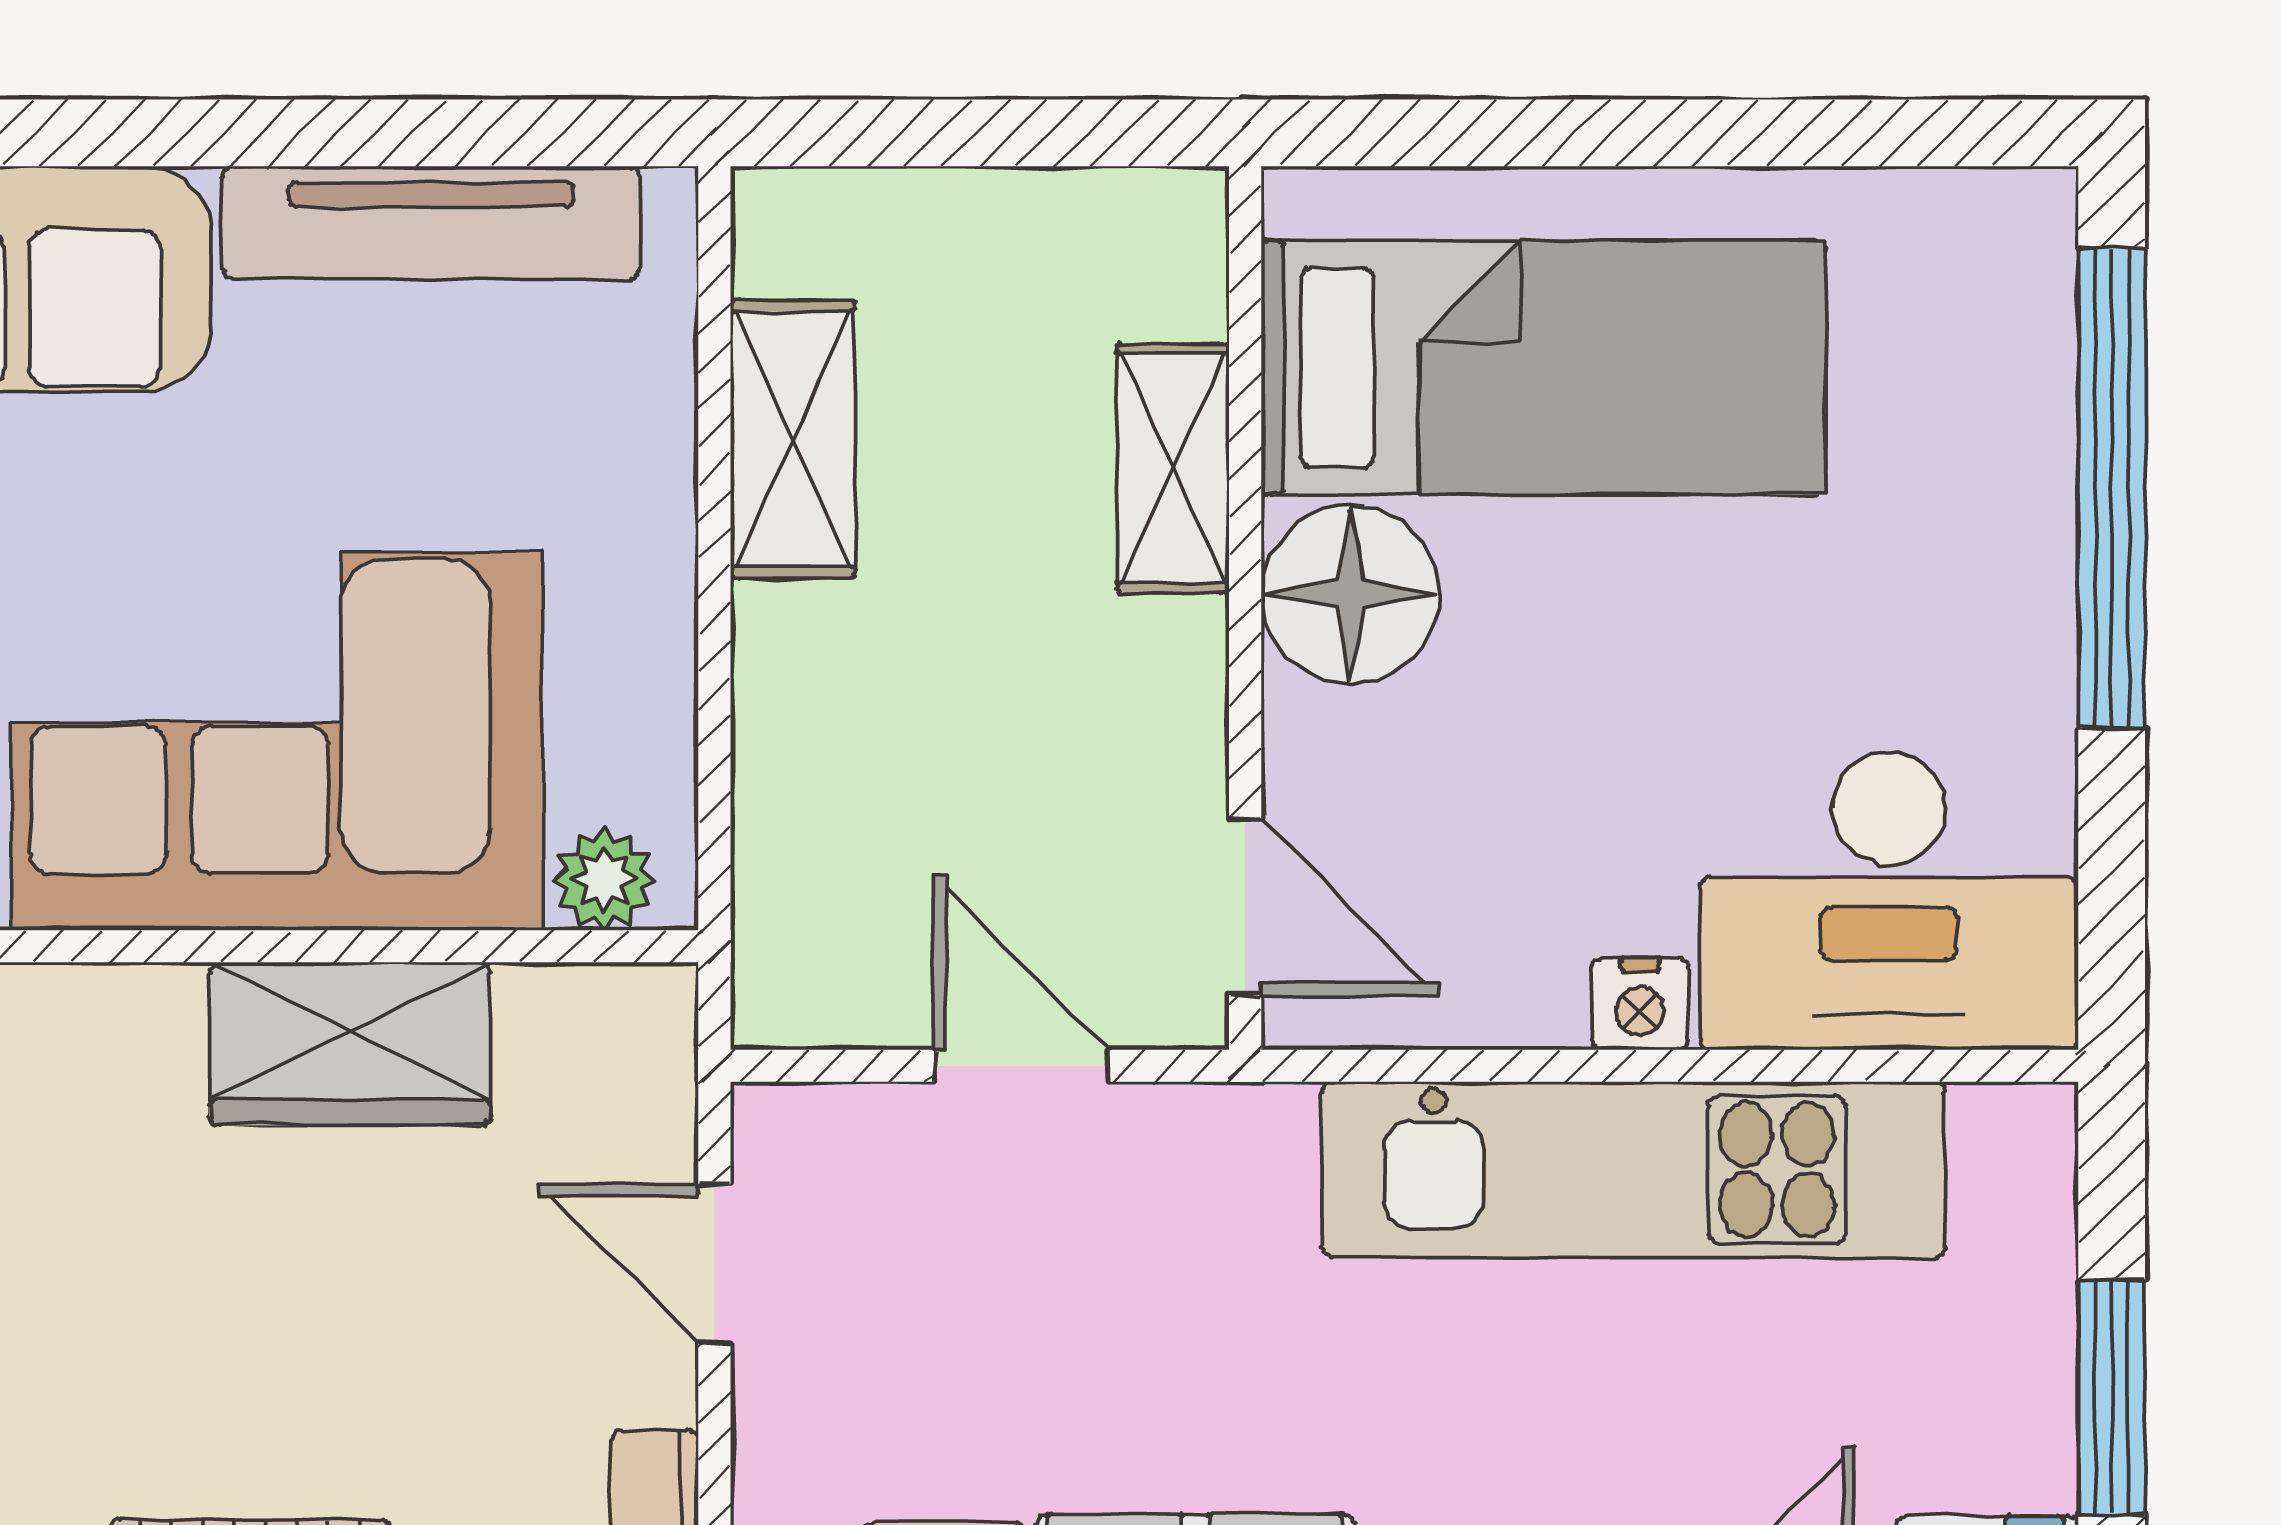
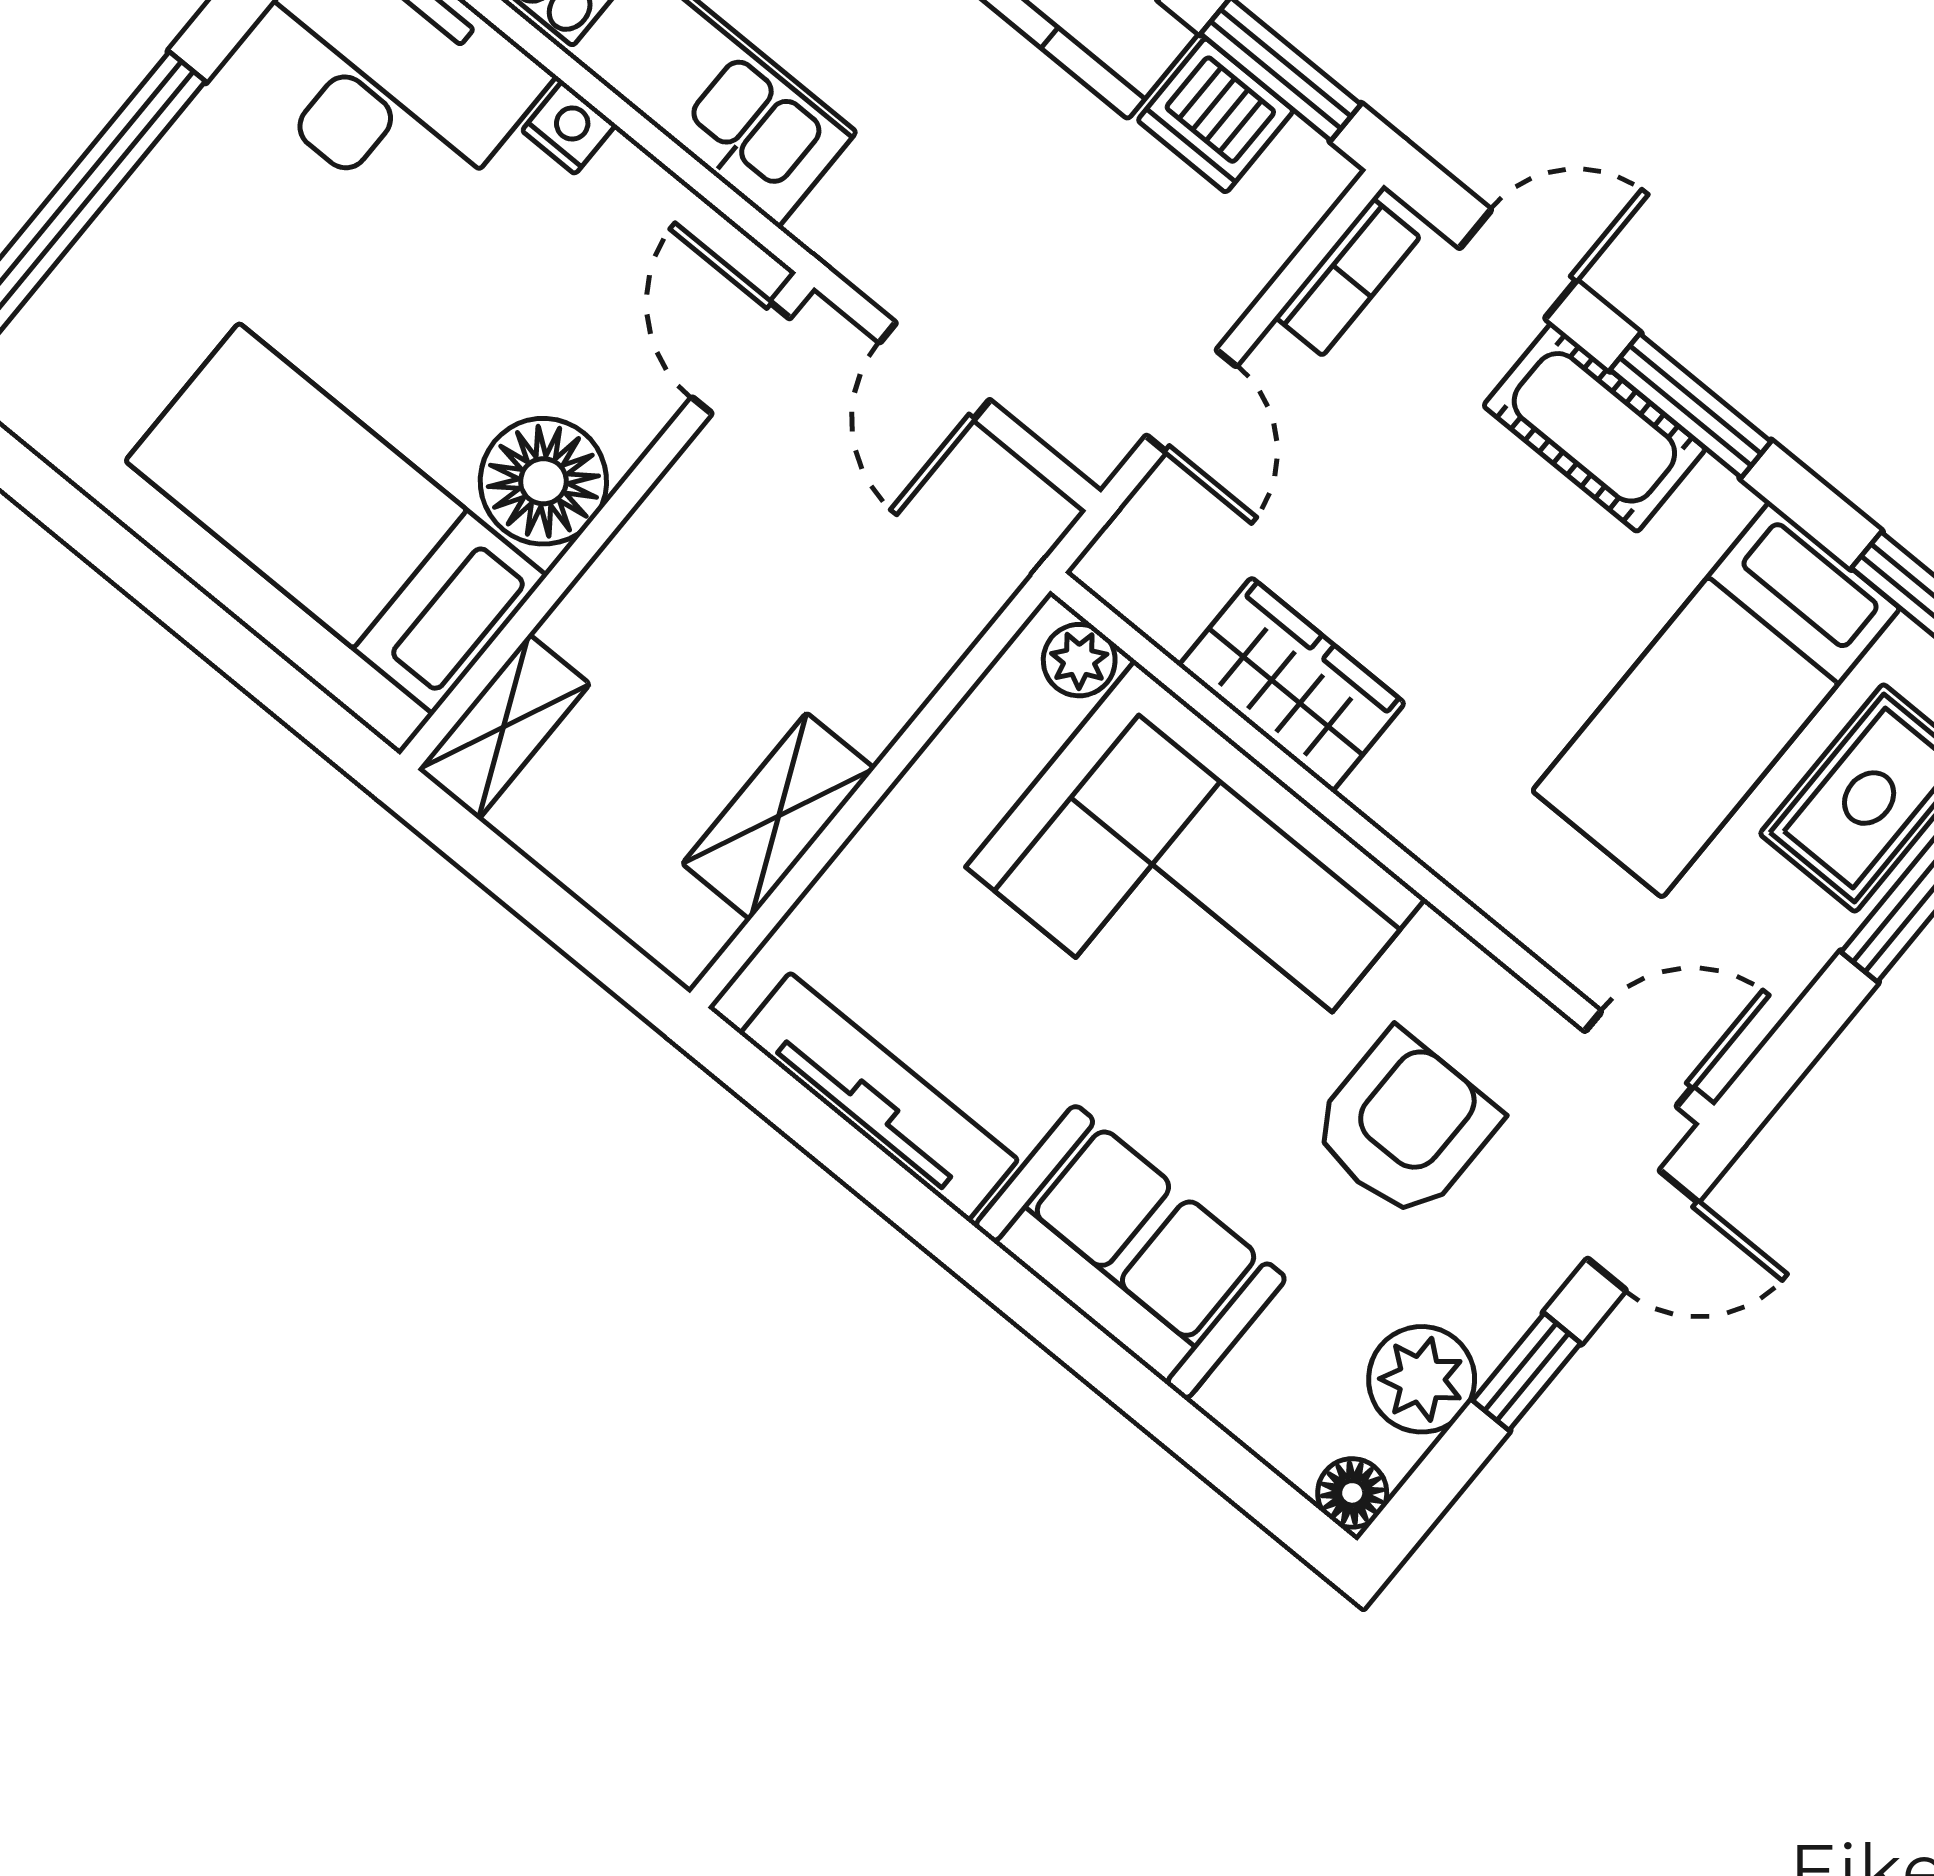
shelving: (1173, 468) -> (504, 727), moved

